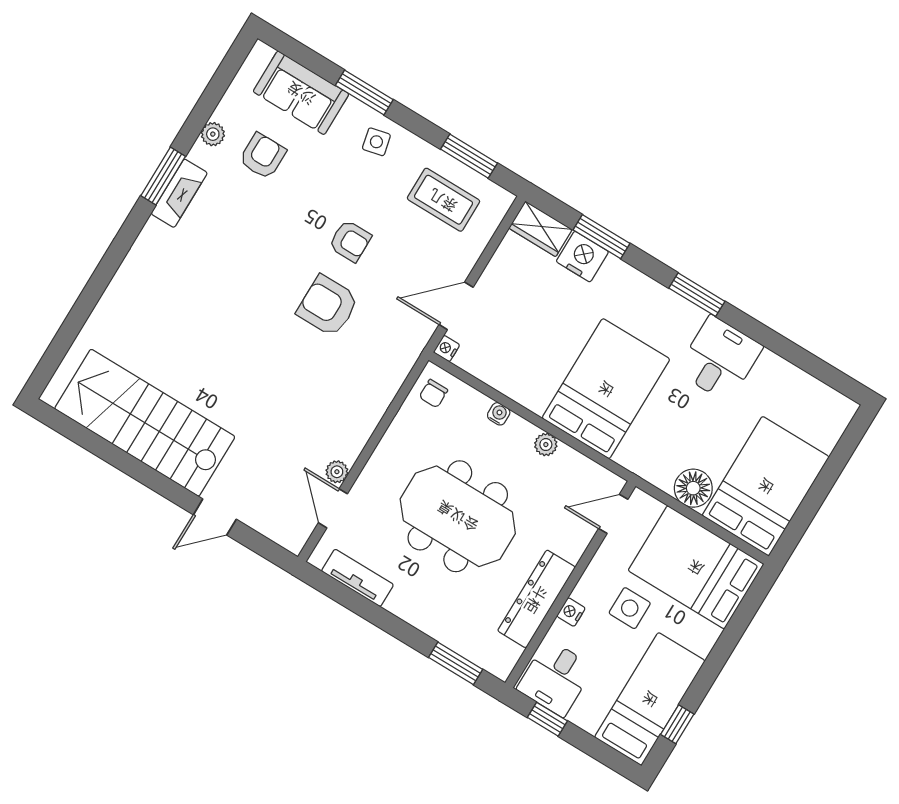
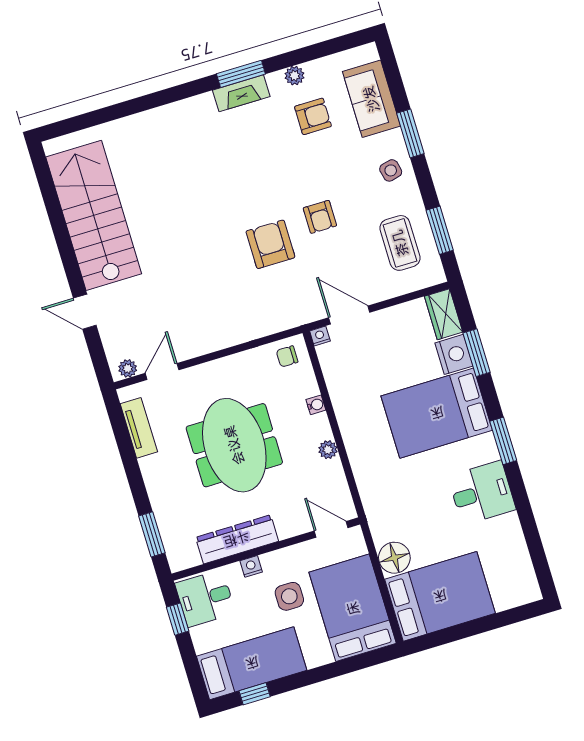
bed: (606, 389) -> (437, 413), moved, turned 180
plant: (337, 472) -> (128, 368), moved

